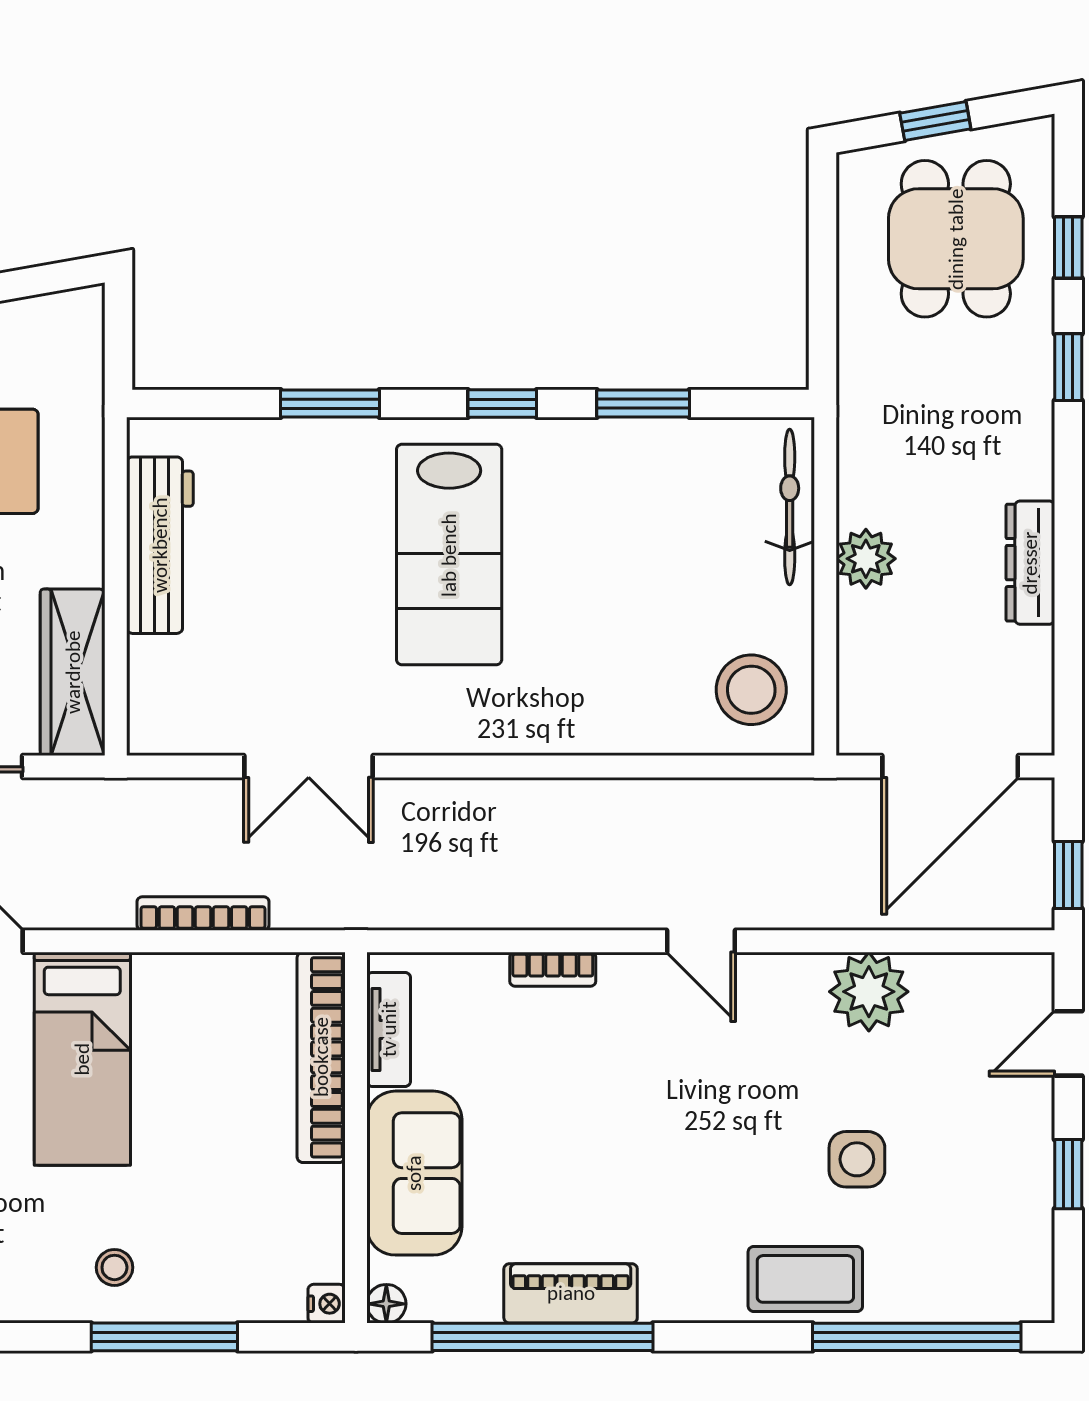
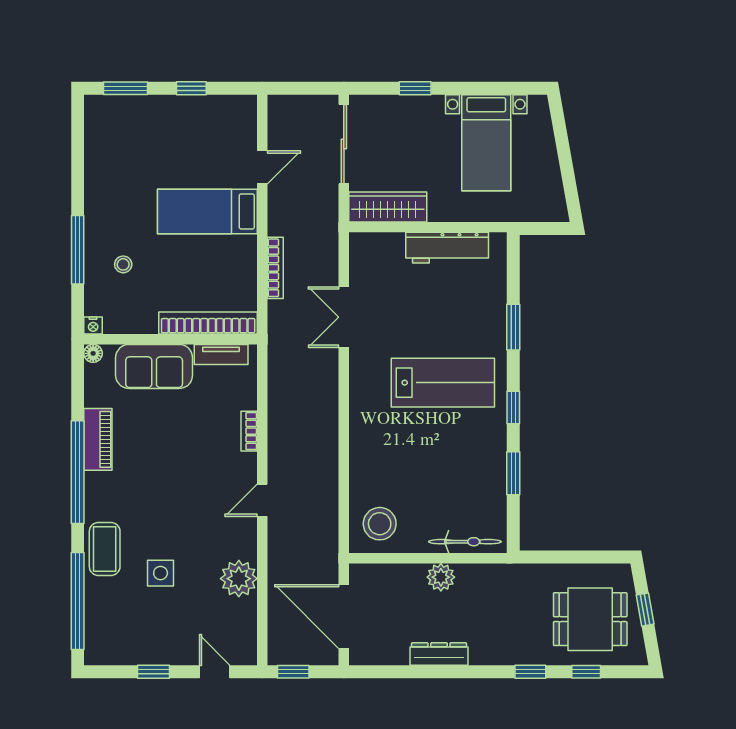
lab bench: (449, 555) -> (443, 383), turned 180
stool: (114, 1267) -> (123, 264), moved
window: (543, 1337) -> (78, 472), moved

